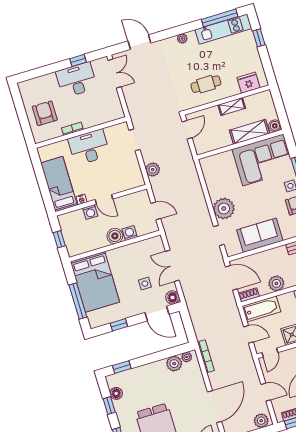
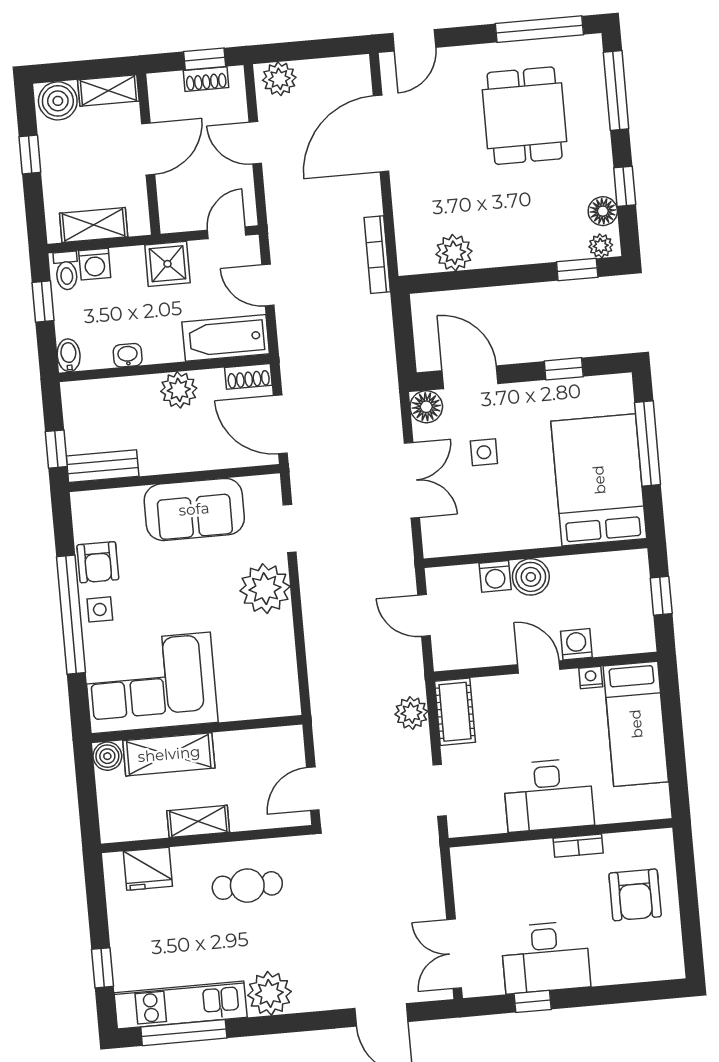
plant: (182, 39) -> (269, 993), width x1.87, depth x1.87
cot: (135, 174) -> (455, 712), added
plant: (187, 357) -> (601, 246), moved

